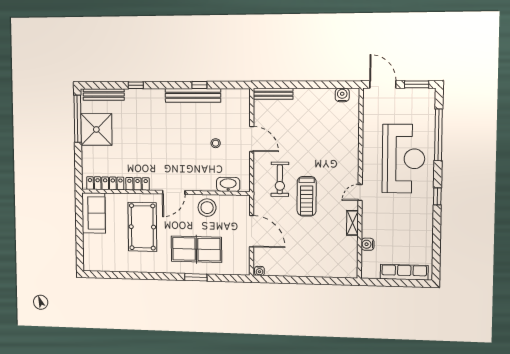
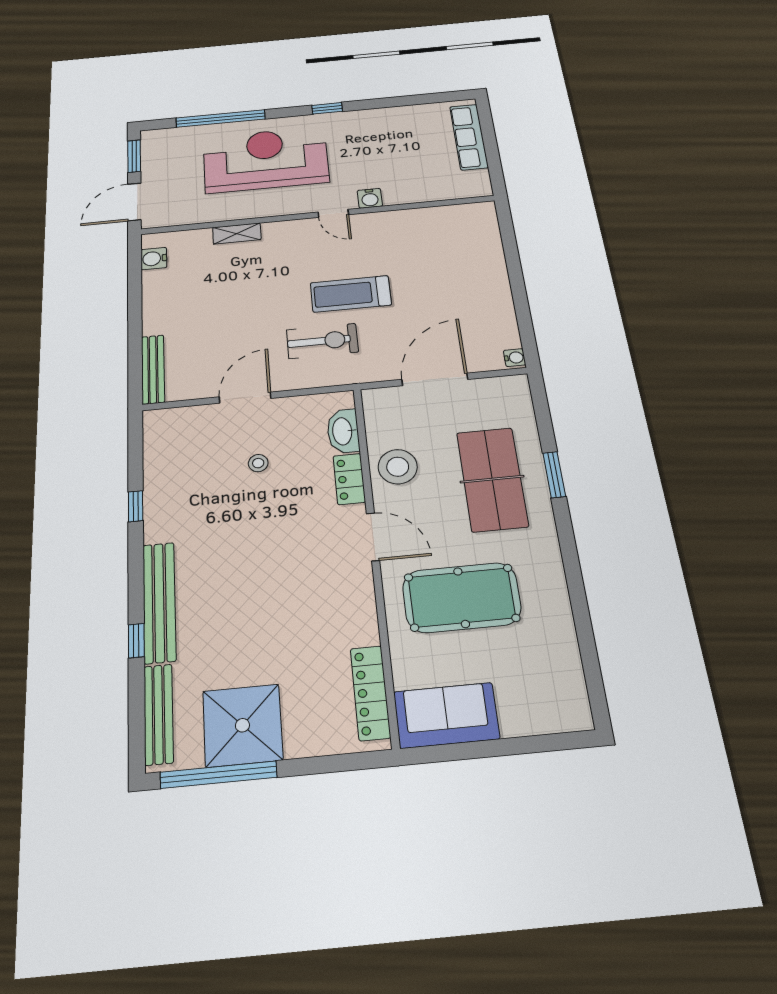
bench: (193, 95) -> (159, 602), moved
locker: (138, 184) -> (349, 479), moved
treadmill: (307, 196) -> (351, 294), turned 180
shelving: (352, 223) -> (237, 234), moved
water cooler: (368, 244) -> (370, 198), moved

